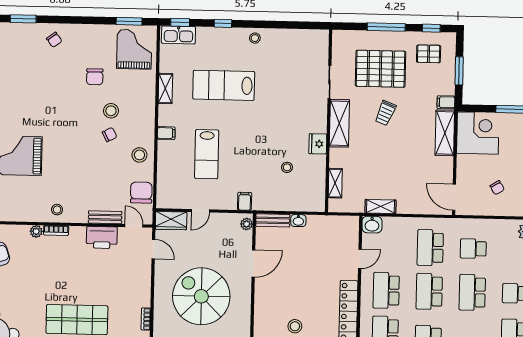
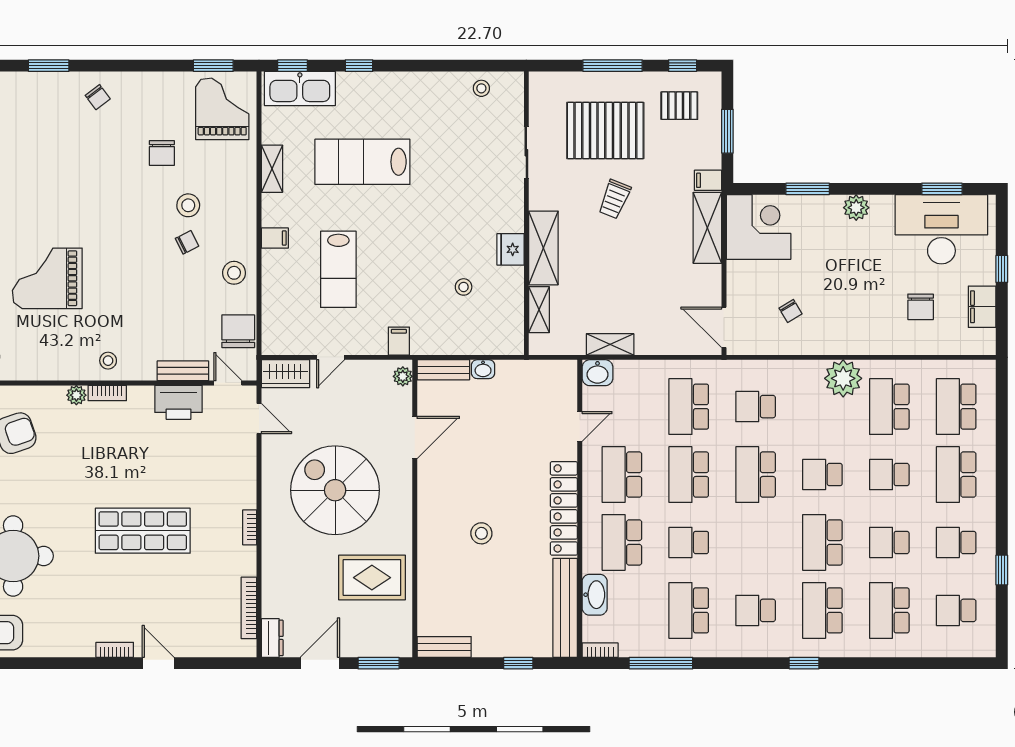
kitchen sink: (178, 35) -> (300, 89), width x1.36, depth x1.24
stool: (255, 38) -> (481, 88), moved
shelving: (339, 123) -> (543, 248), moved

